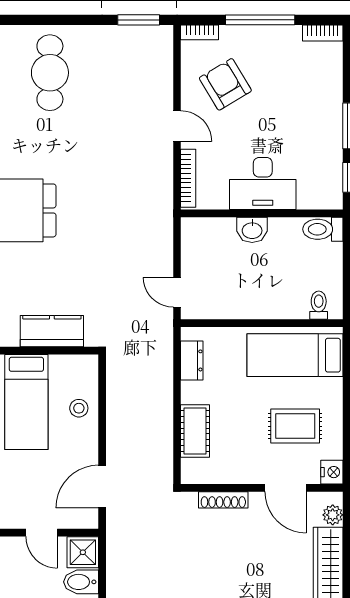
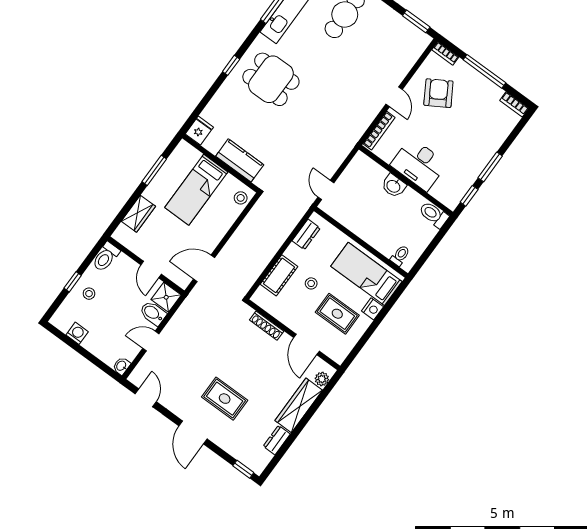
stool: (79, 408) -> (241, 198), moved
stool: (239, 413) -> (311, 283), added
nightstand: (332, 472) -> (372, 309), moved

